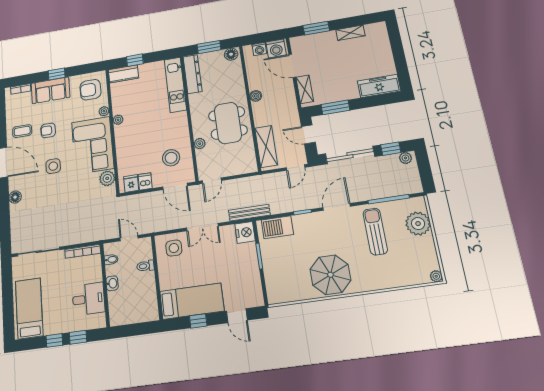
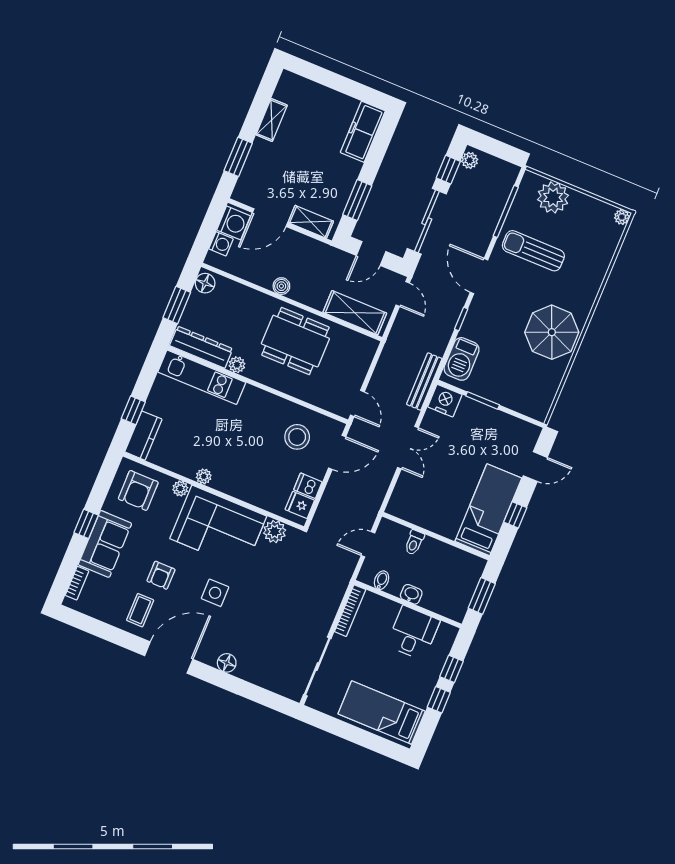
plant: (200, 144) -> (237, 365), moved
side table: (174, 248) -> (413, 496), removed
window: (134, 330) -> (482, 596), added

